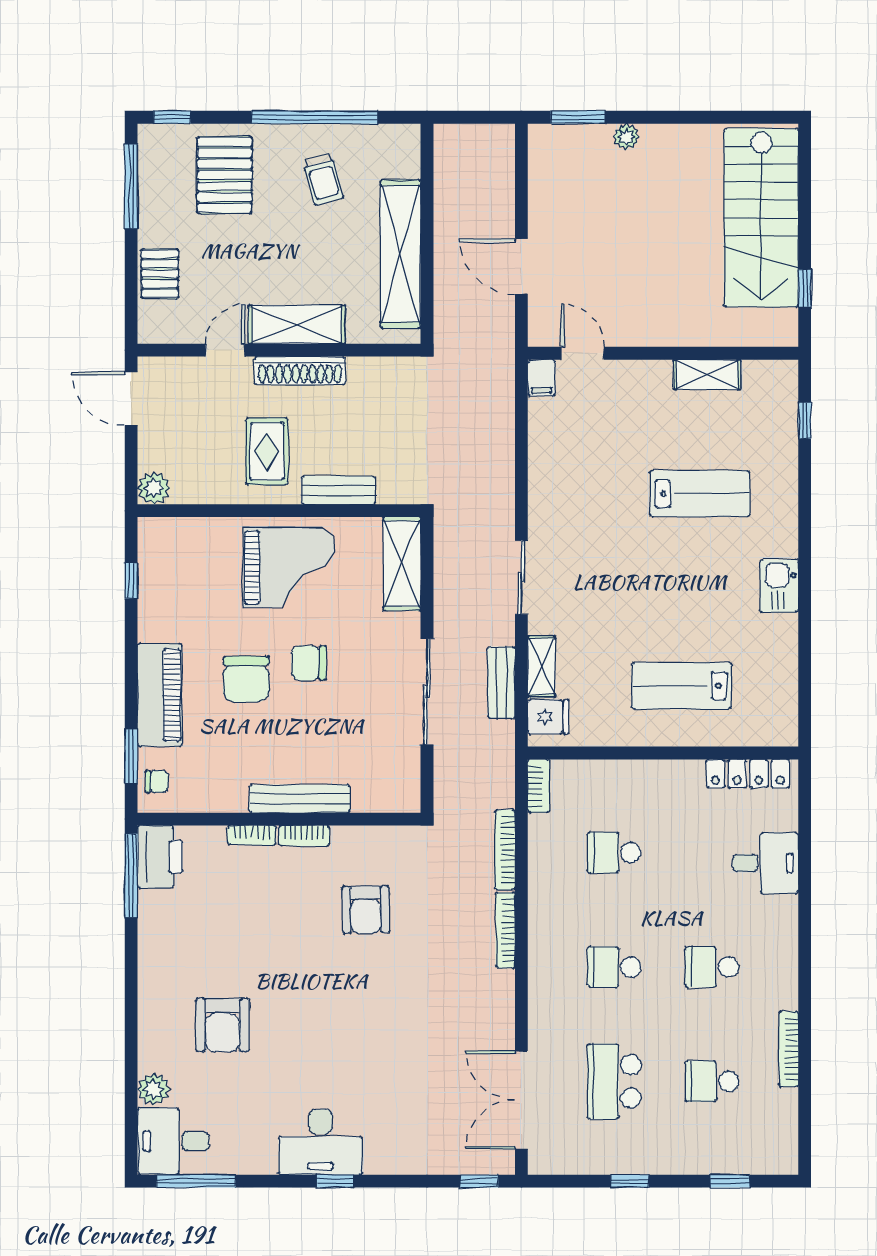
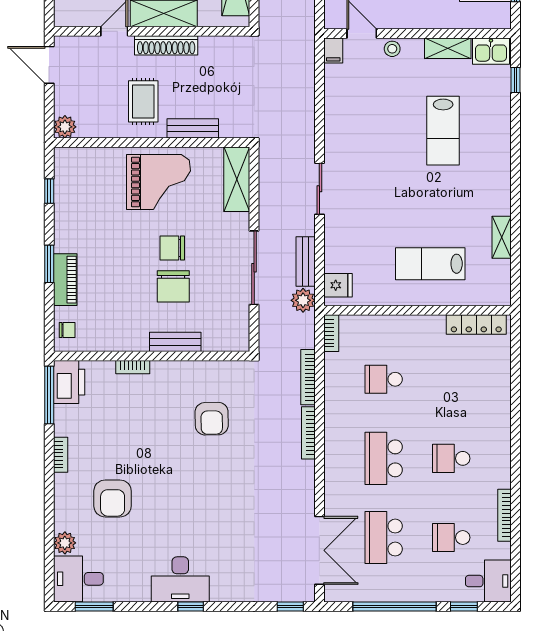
stool: (627, 375) -> (392, 49), added
lab bench: (700, 494) -> (443, 131), turned 90
kitchen sink: (779, 586) -> (491, 51), moved, turned -90
shelving: (541, 667) -> (502, 237), moved
chair: (246, 679) -> (173, 286), moved
piano: (160, 695) -> (65, 280), width x0.73, depth x0.75
plant: (498, 739) -> (303, 300), added
window: (131, 756) -> (49, 264), moved
bench: (300, 799) -> (175, 342), width x0.73
bookcase: (304, 836) -> (61, 455), moved, turned -90
desk: (765, 863) -> (488, 581), moved
school desk: (614, 967) -> (384, 458), width x1.85
double door: (521, 1100) -> (319, 550), swing flipped
window: (196, 1181) -> (94, 607), width x0.69
window: (630, 1181) -> (395, 607), width x3.17

